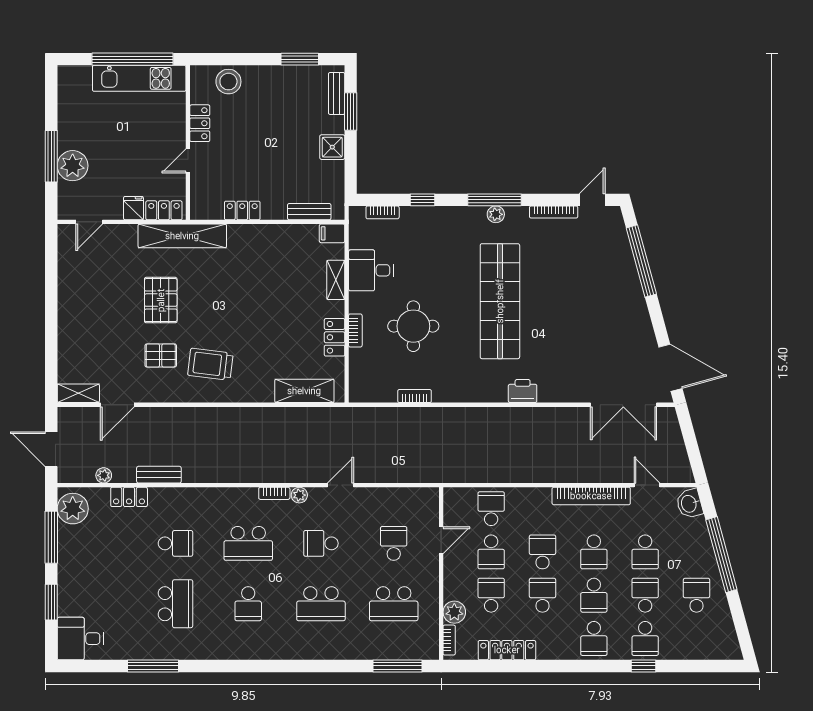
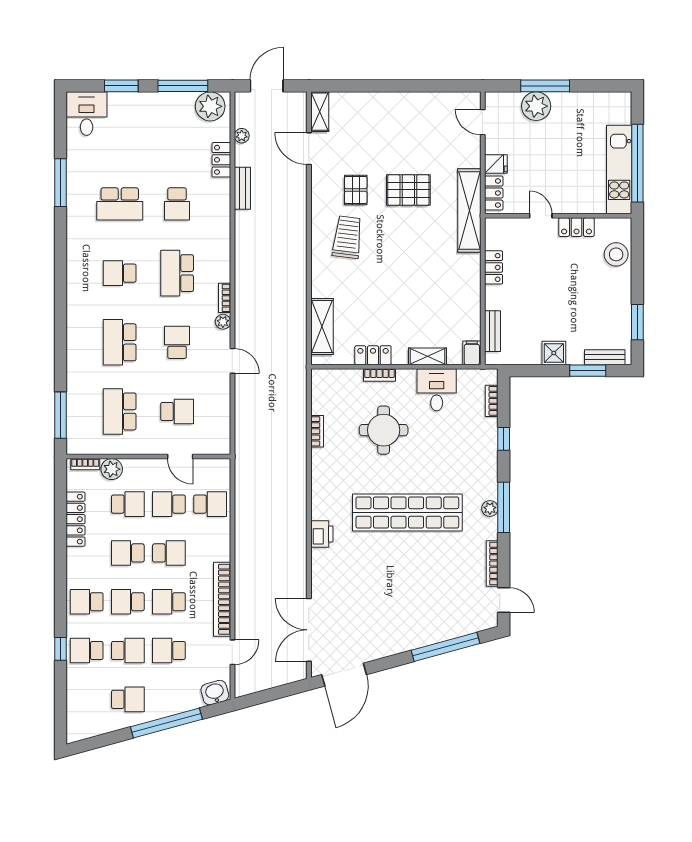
school desk: (542, 595) -> (128, 553), turned 180

